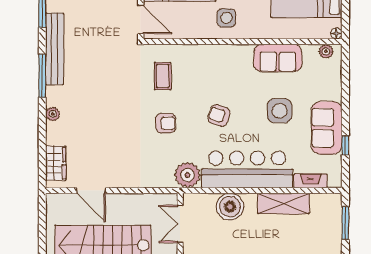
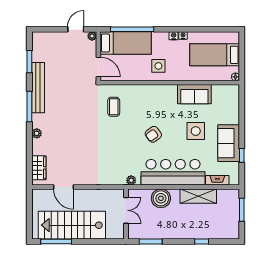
plant: (326, 51) -> (228, 89), removed
armchair: (219, 115) -> (153, 134), turned -55
armchair: (166, 123) -> (116, 140), removed
plant: (187, 175) -> (131, 180), width x0.53, depth x0.53
double door: (180, 224) -> (126, 210), swing flipped

